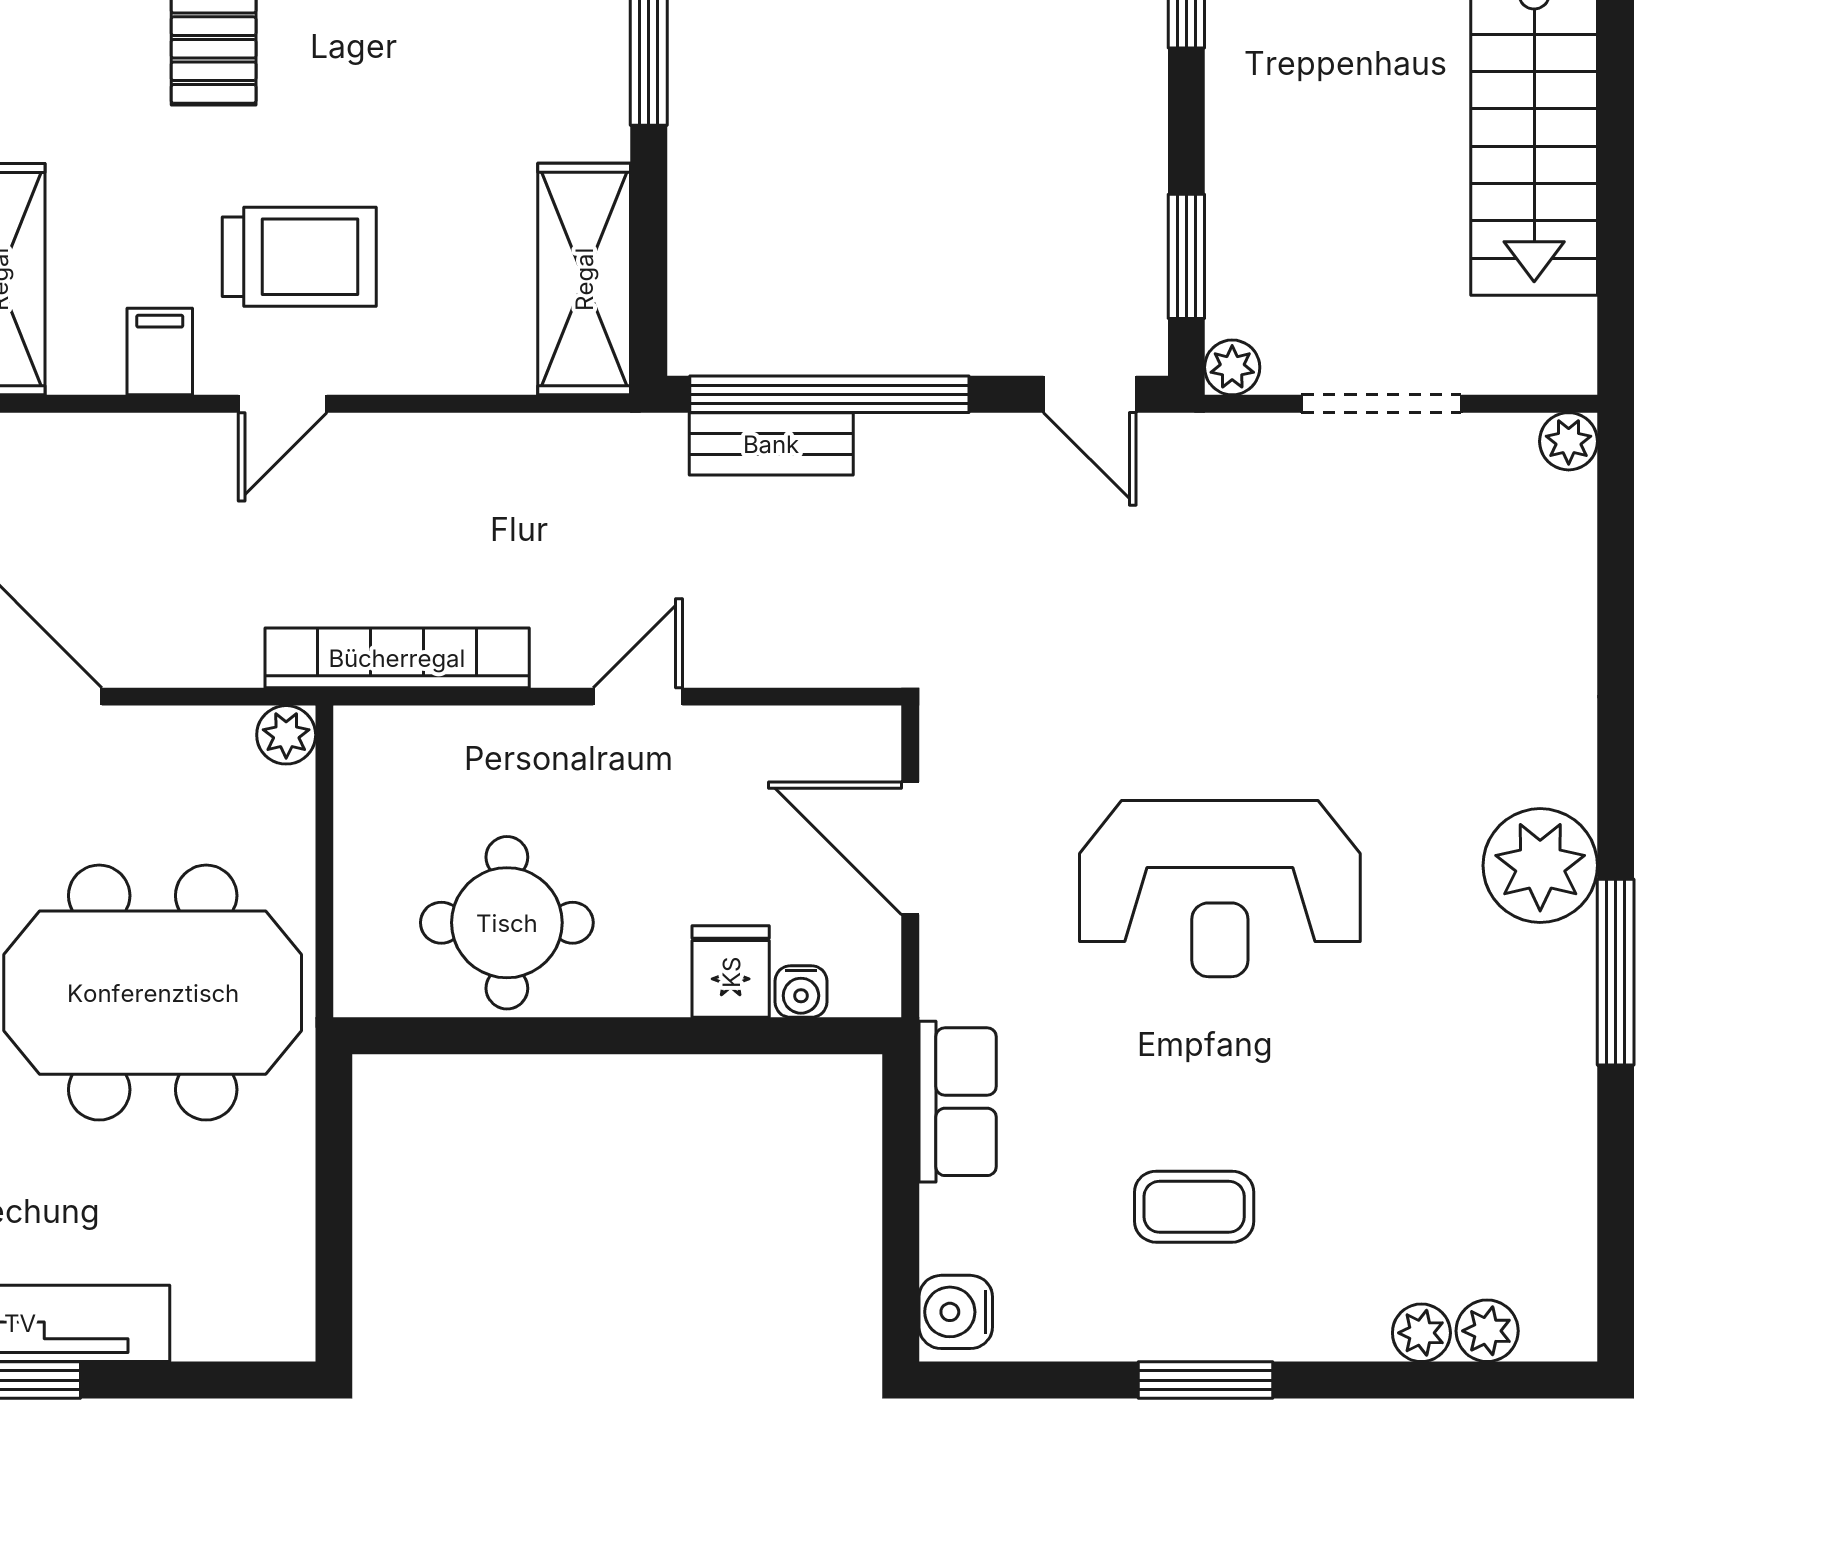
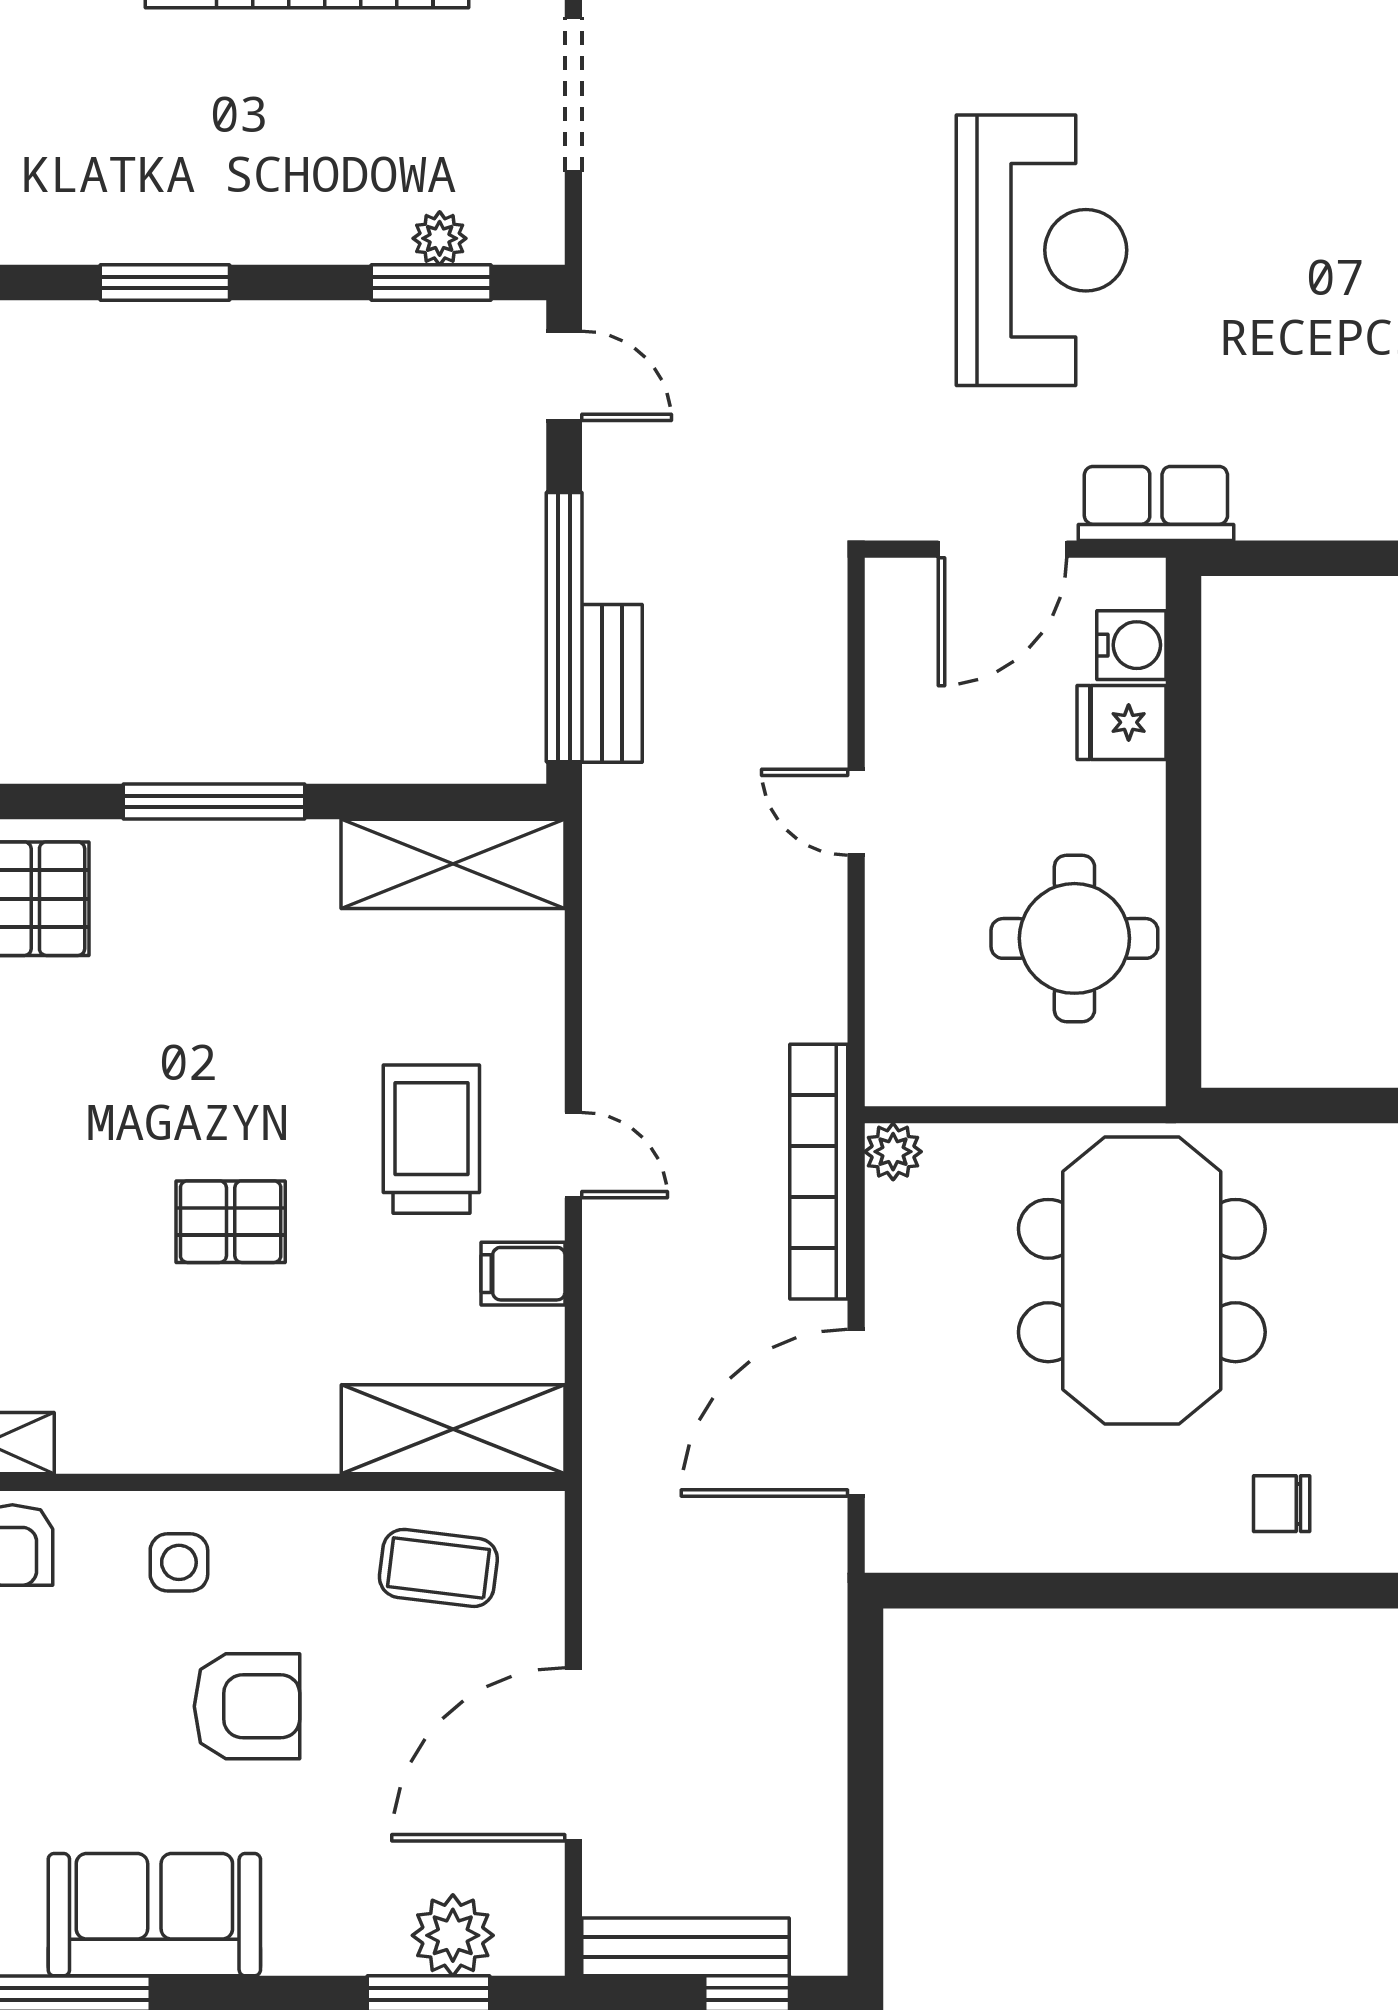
plant: (1232, 367) -> (440, 238), moved
door: (1090, 394) -> (564, 376), hinge flipped
bookcase: (397, 658) -> (819, 1172), moved
water cooler: (801, 992) -> (1131, 645), width x1.38, depth x1.38
row of seats: (958, 1102) -> (1156, 503), moved
coffee table: (1194, 1207) -> (1349, 275), removed

